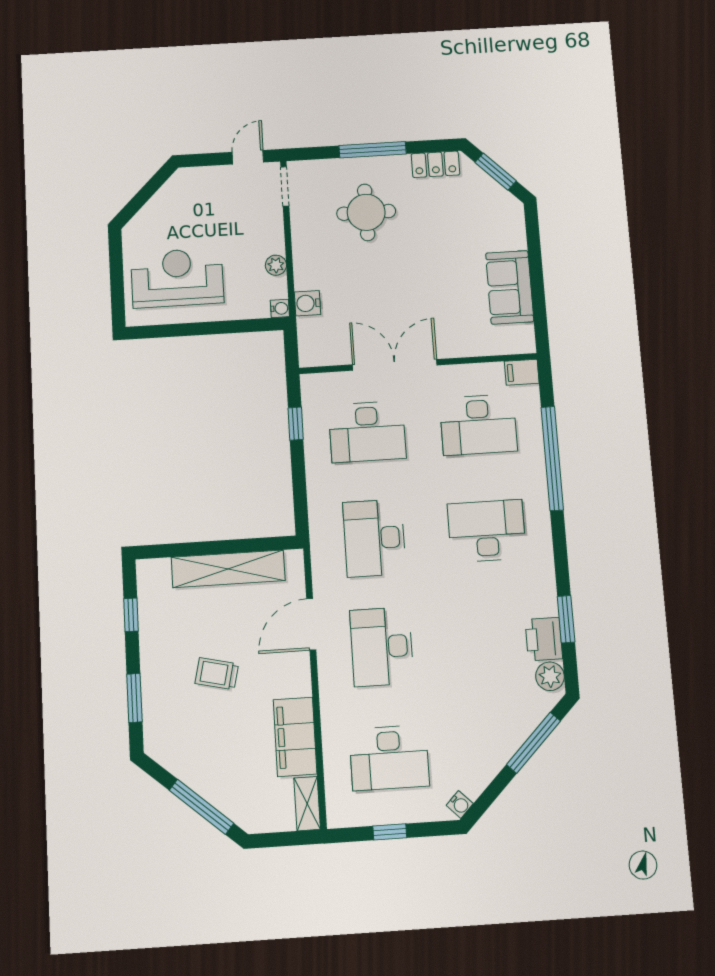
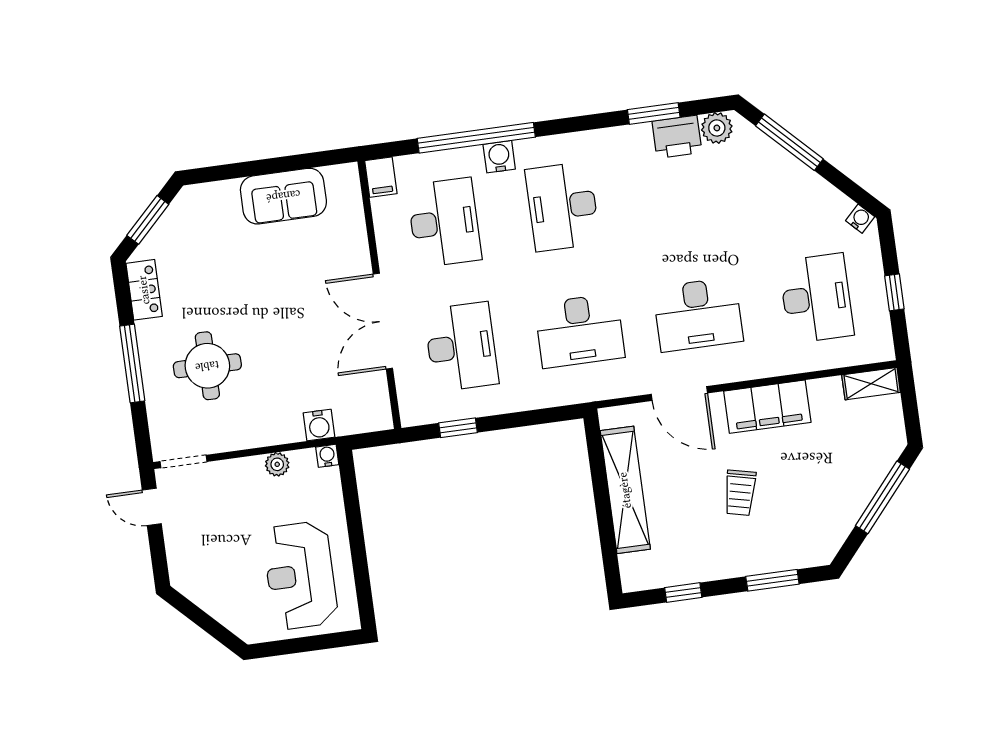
water cooler: (534, 477) -> (499, 157), added
filing cabinet: (295, 737) -> (767, 407), moved

